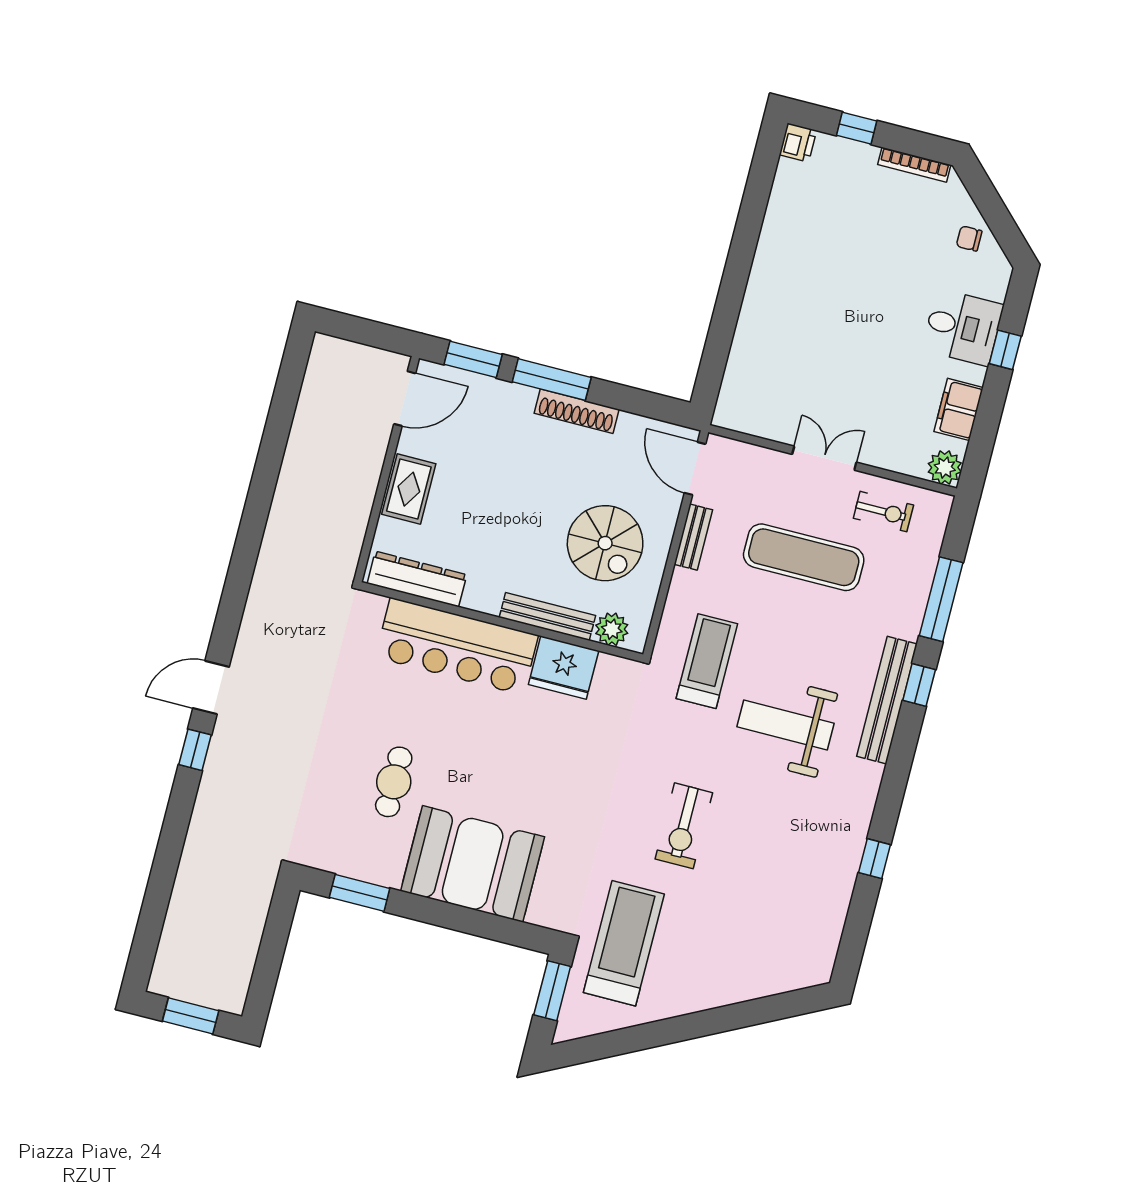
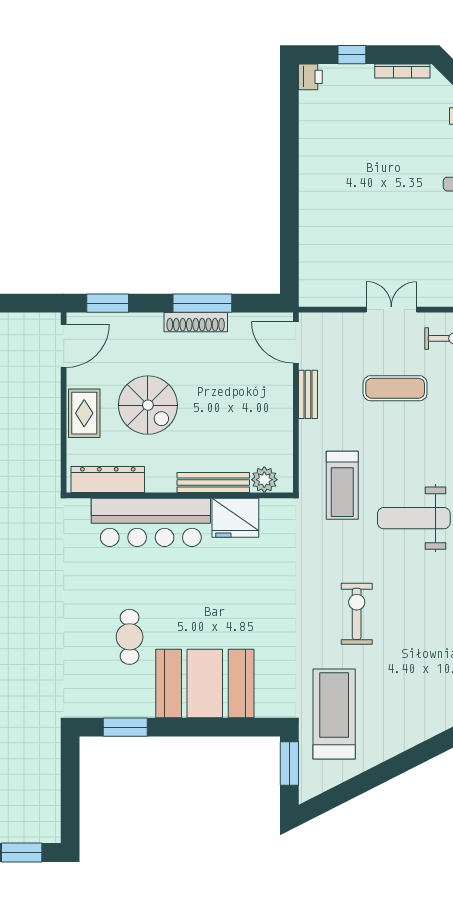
window: (552, 380) -> (202, 303), moved
spiral stairs: (605, 543) -> (148, 405), moved
exercise mat: (804, 557) -> (395, 388), width x0.73, depth x0.69
treadmill: (707, 661) -> (342, 485), turned 180
exercise bike: (684, 826) -> (357, 614), turned 180

